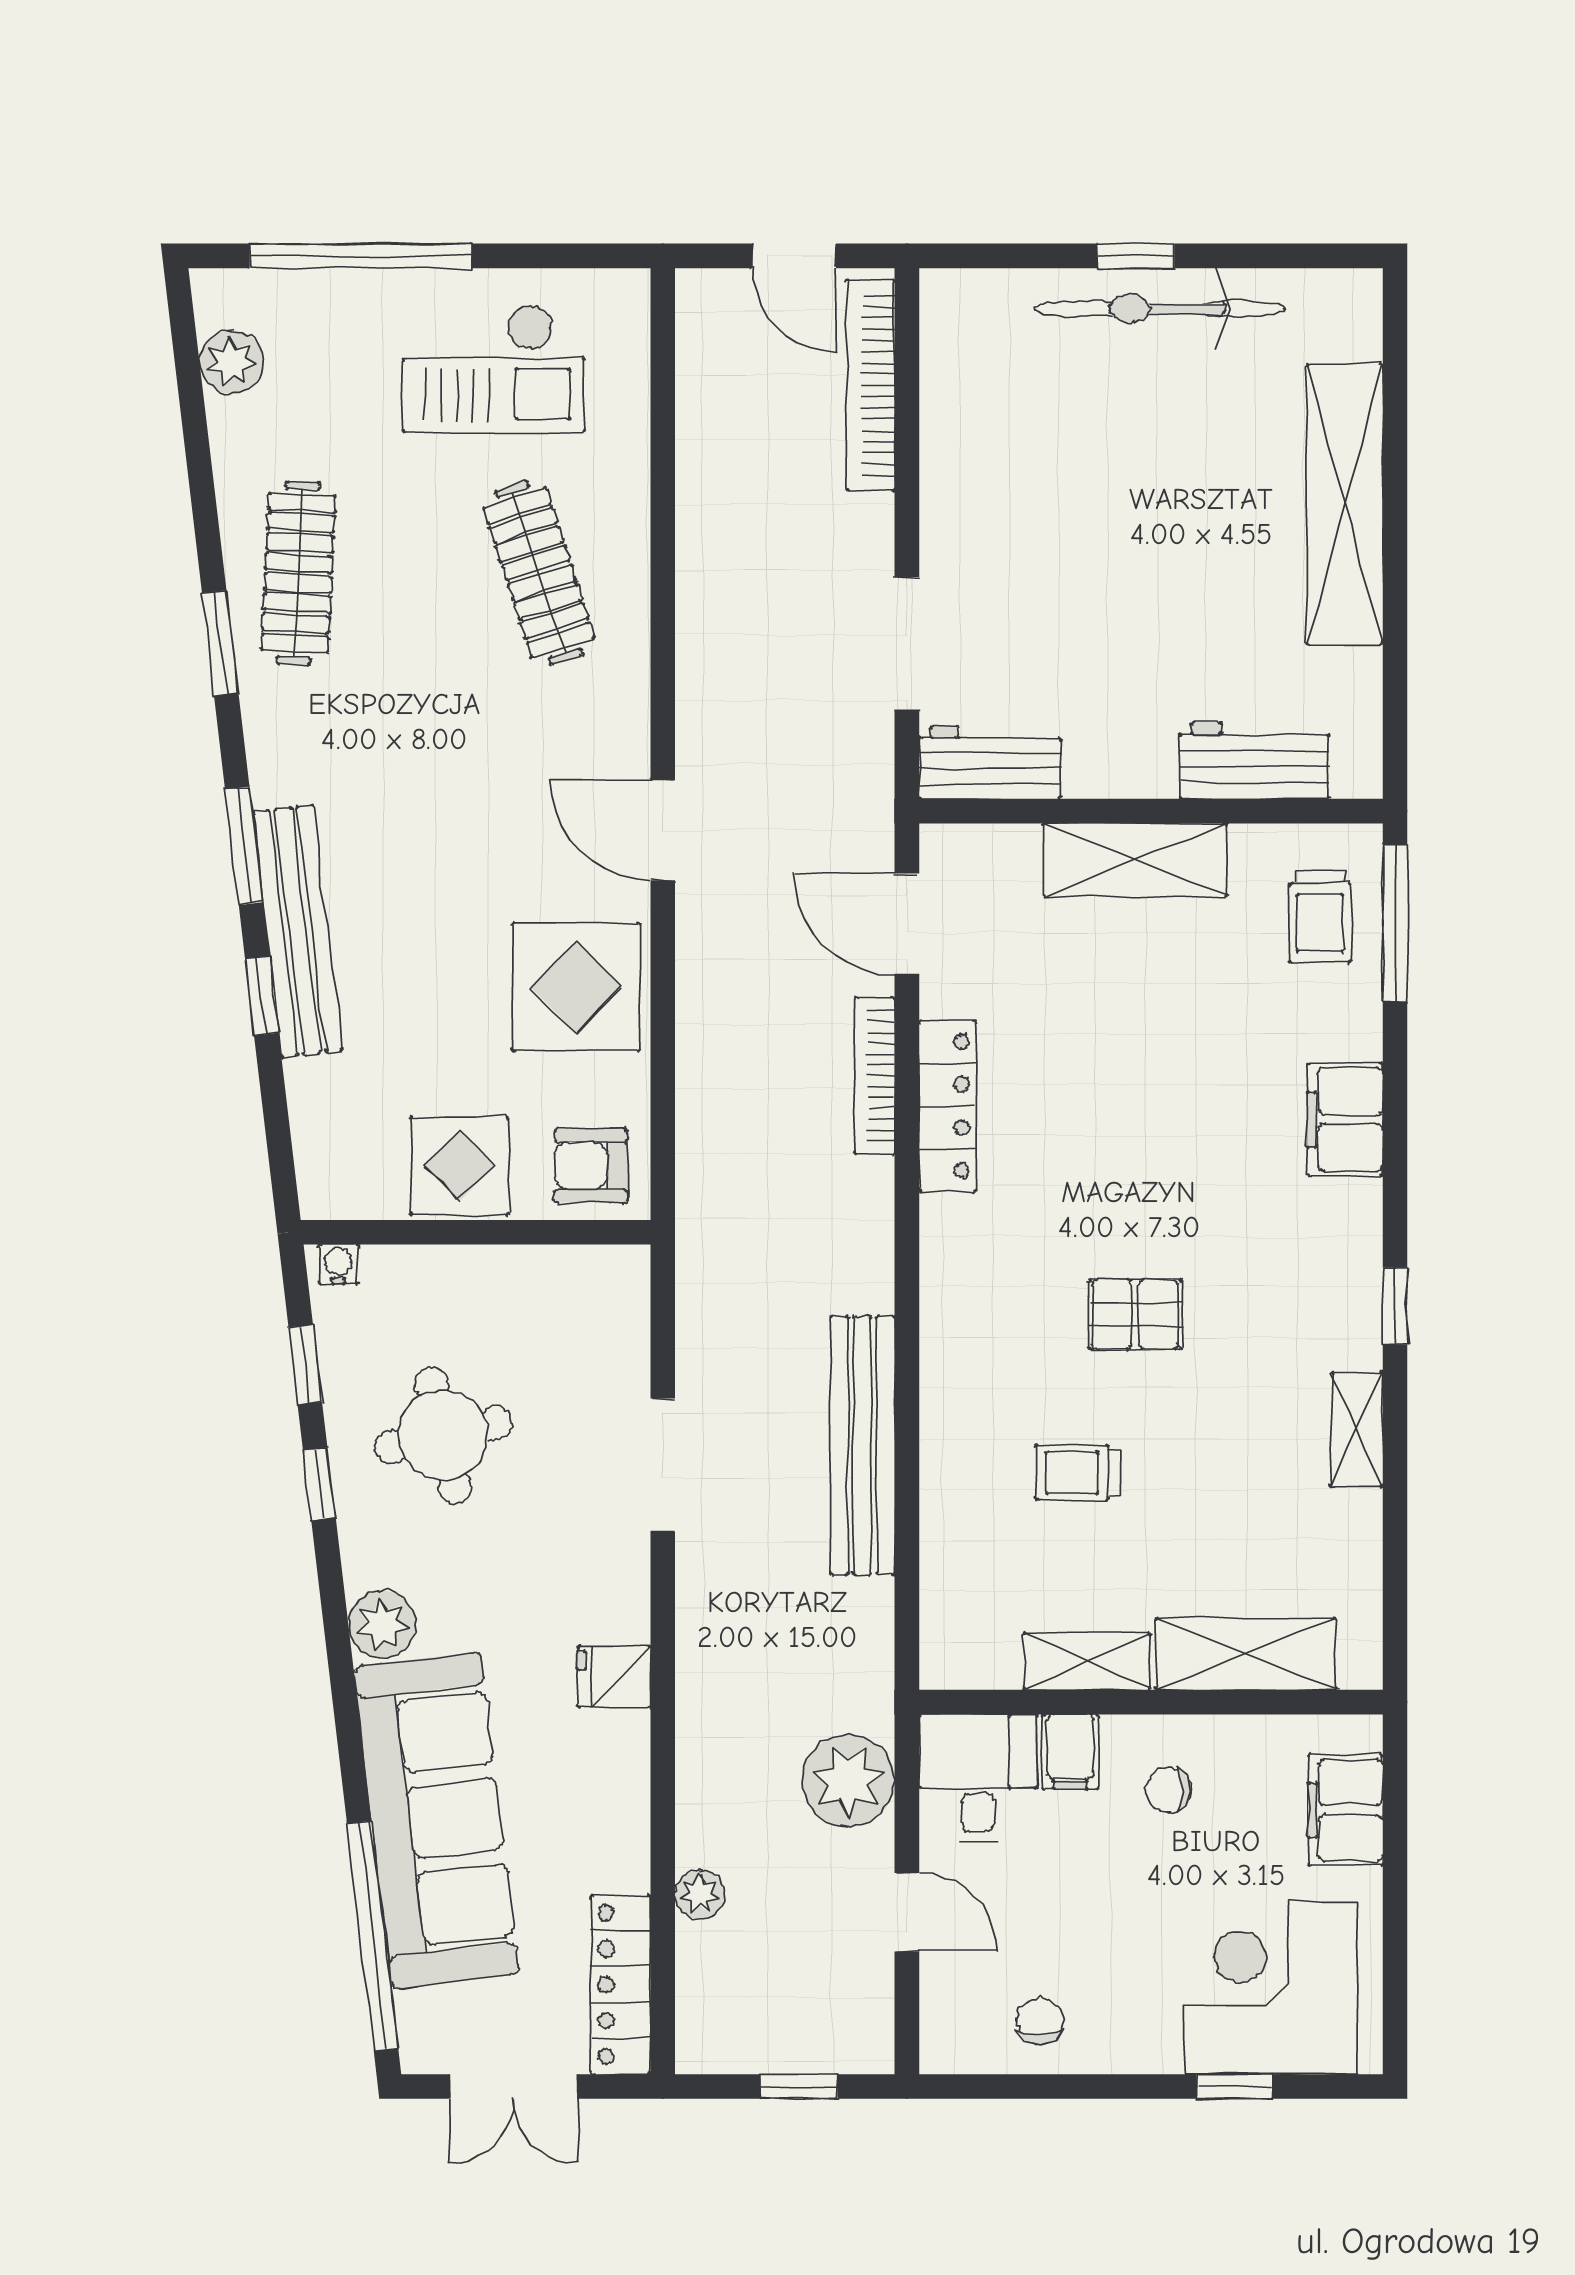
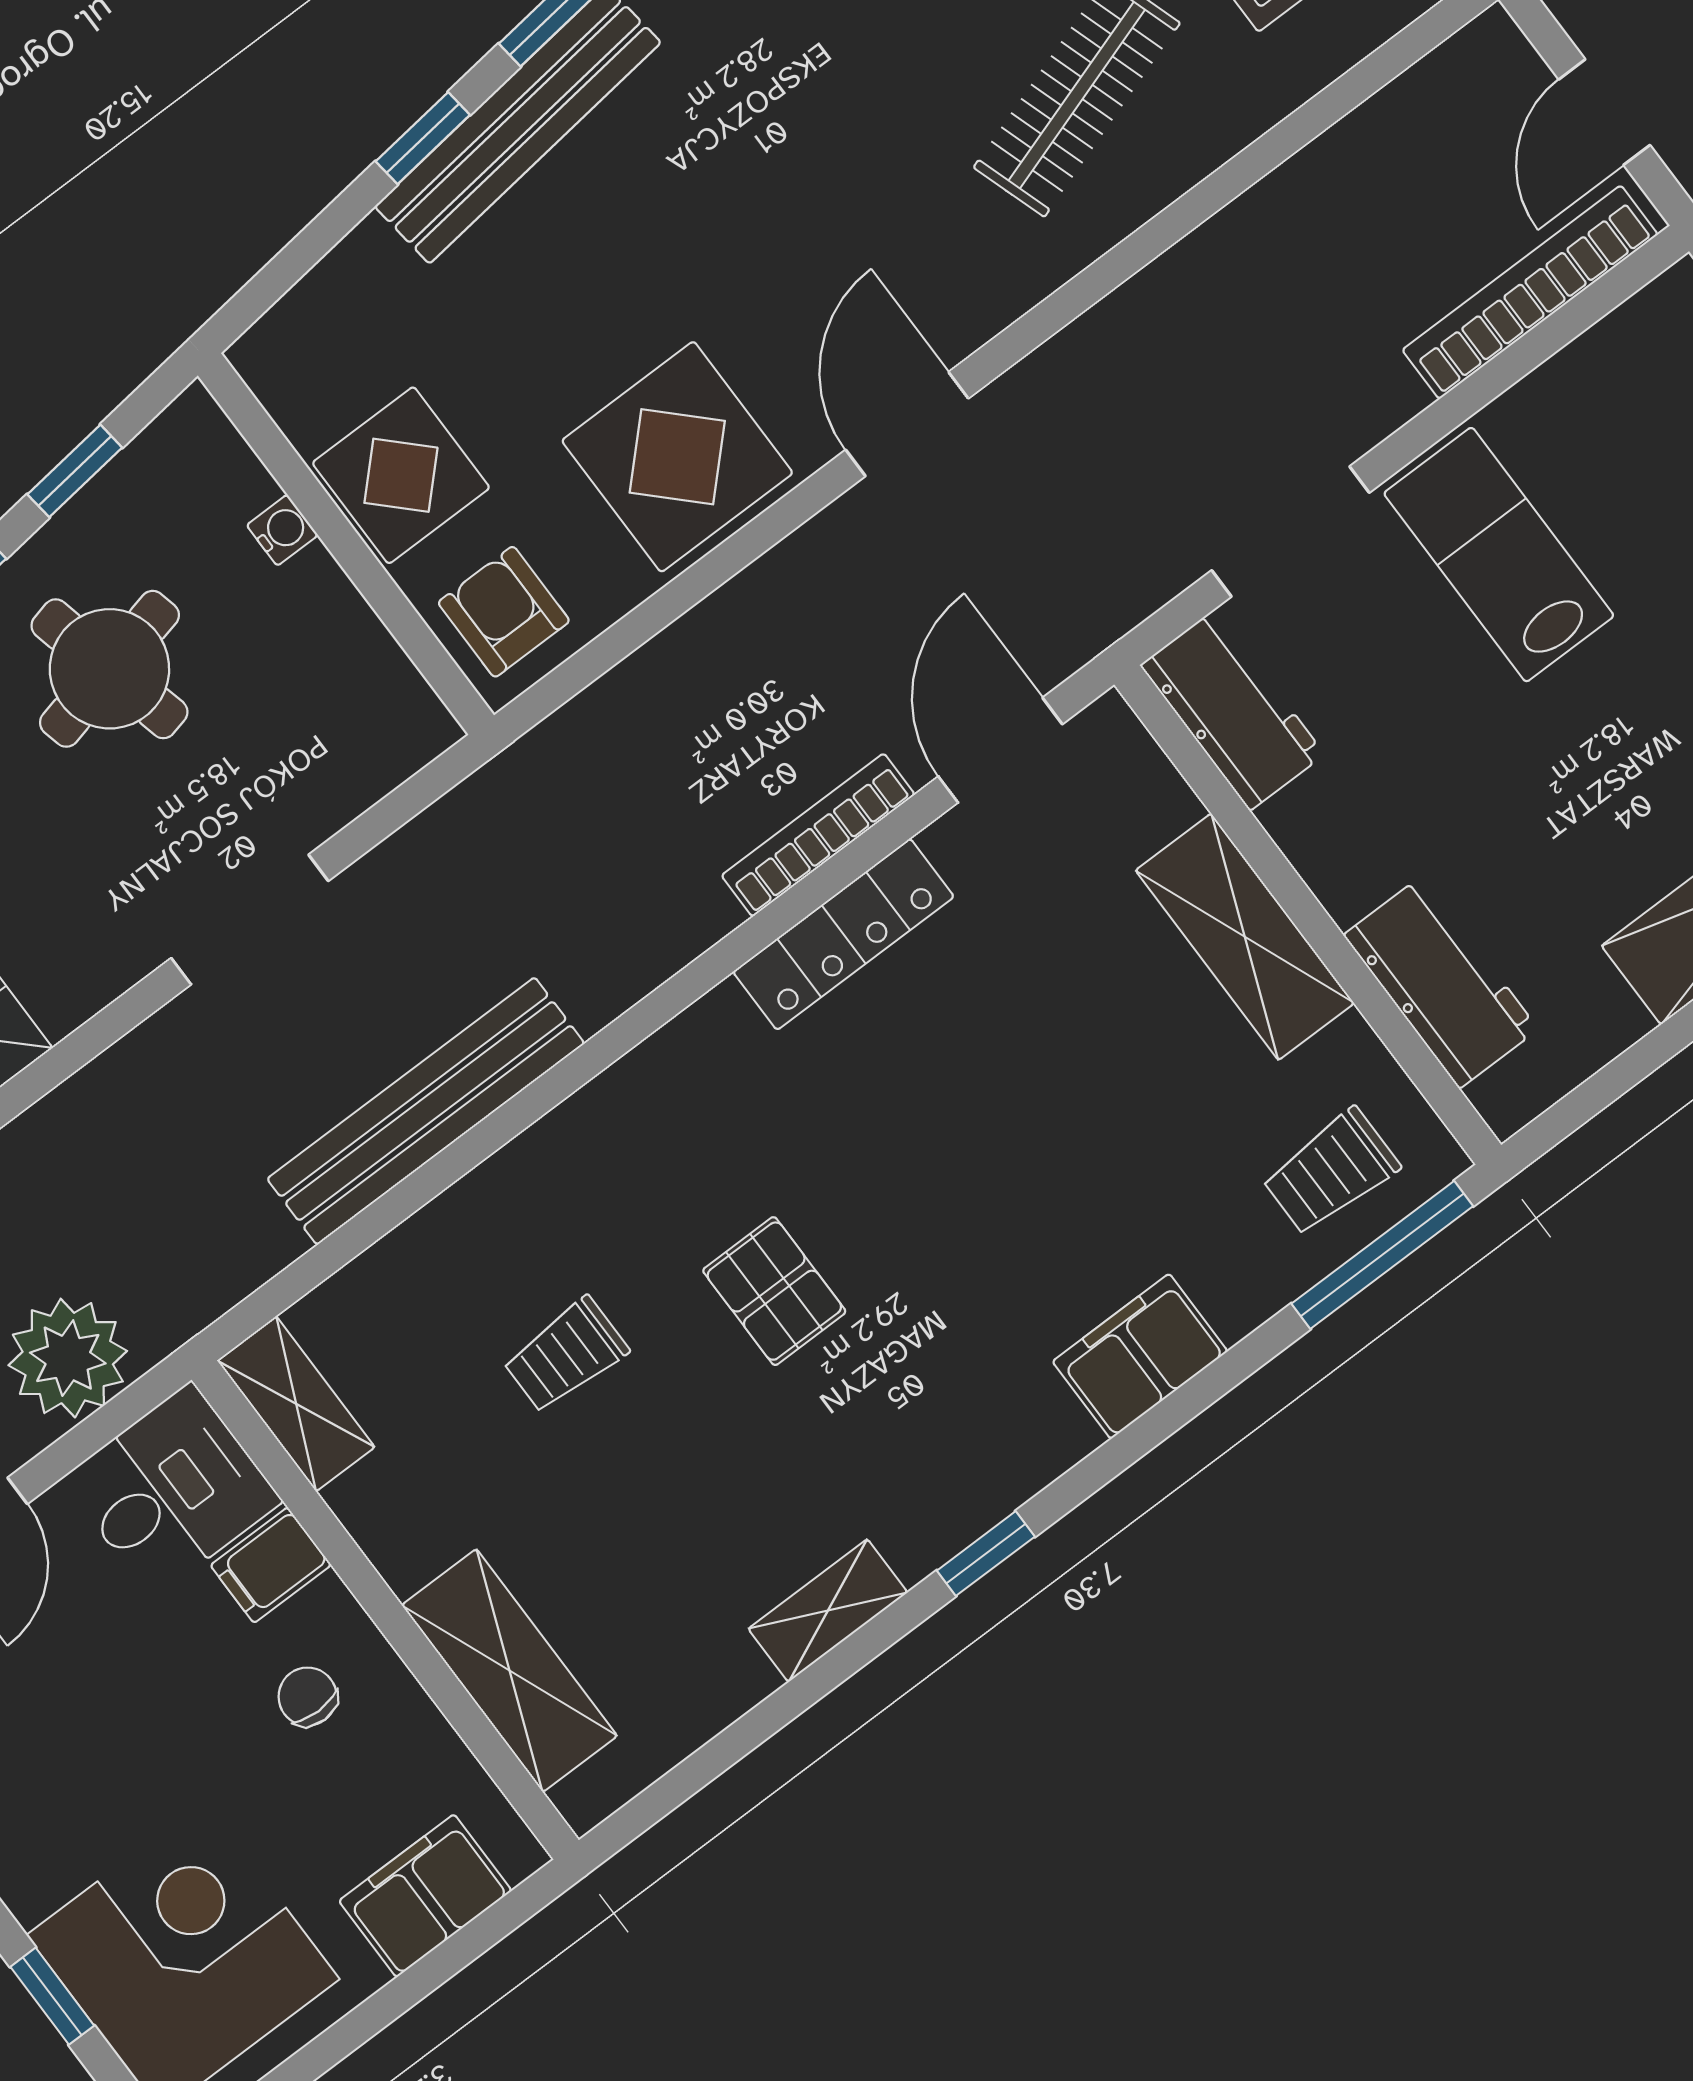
lab bench: (1018, 526) -> (1499, 555), added
water cooler: (338, 1264) -> (282, 530), moved
trolley: (1078, 1473) -> (566, 1355), turned -90
shelving: (1087, 1661) -> (296, 1404), moved

